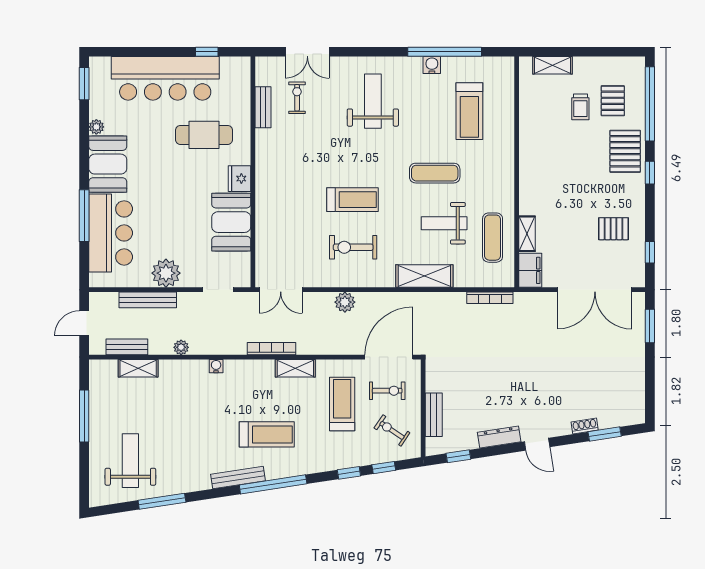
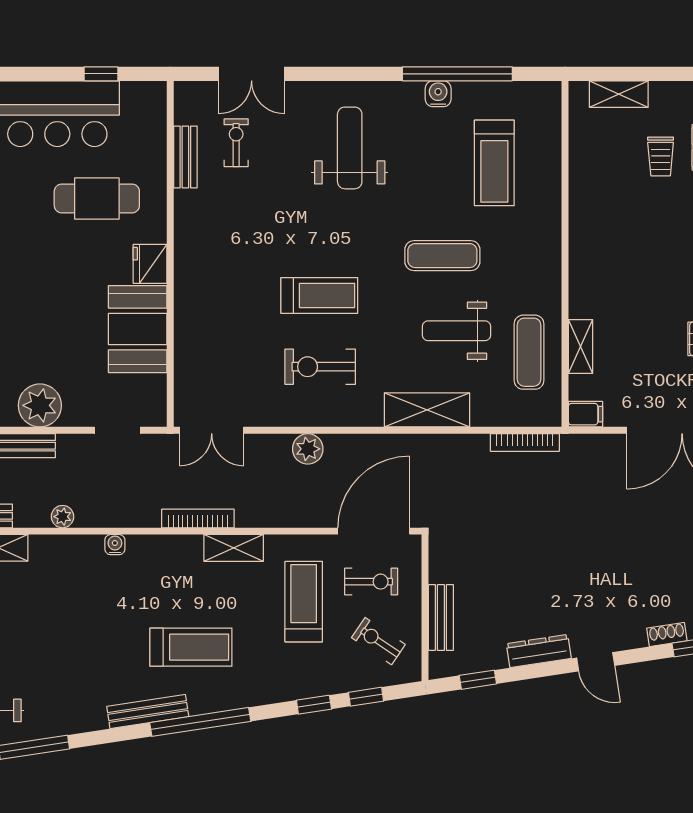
filing cabinet: (530, 270) -> (585, 414), width x0.50

